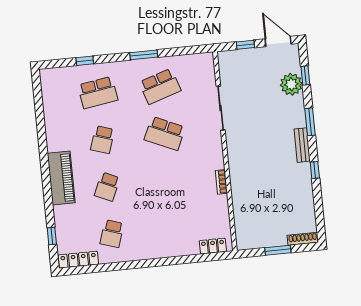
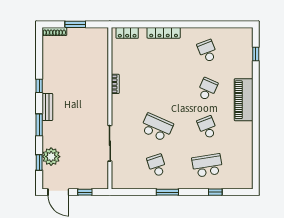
school desk: (160, 86) -> (157, 165), width x0.54
school desk: (103, 140) -> (207, 127), turned -39
school desk: (112, 234) -> (207, 51), turned -39
locker: (78, 260) -> (164, 33), moved

